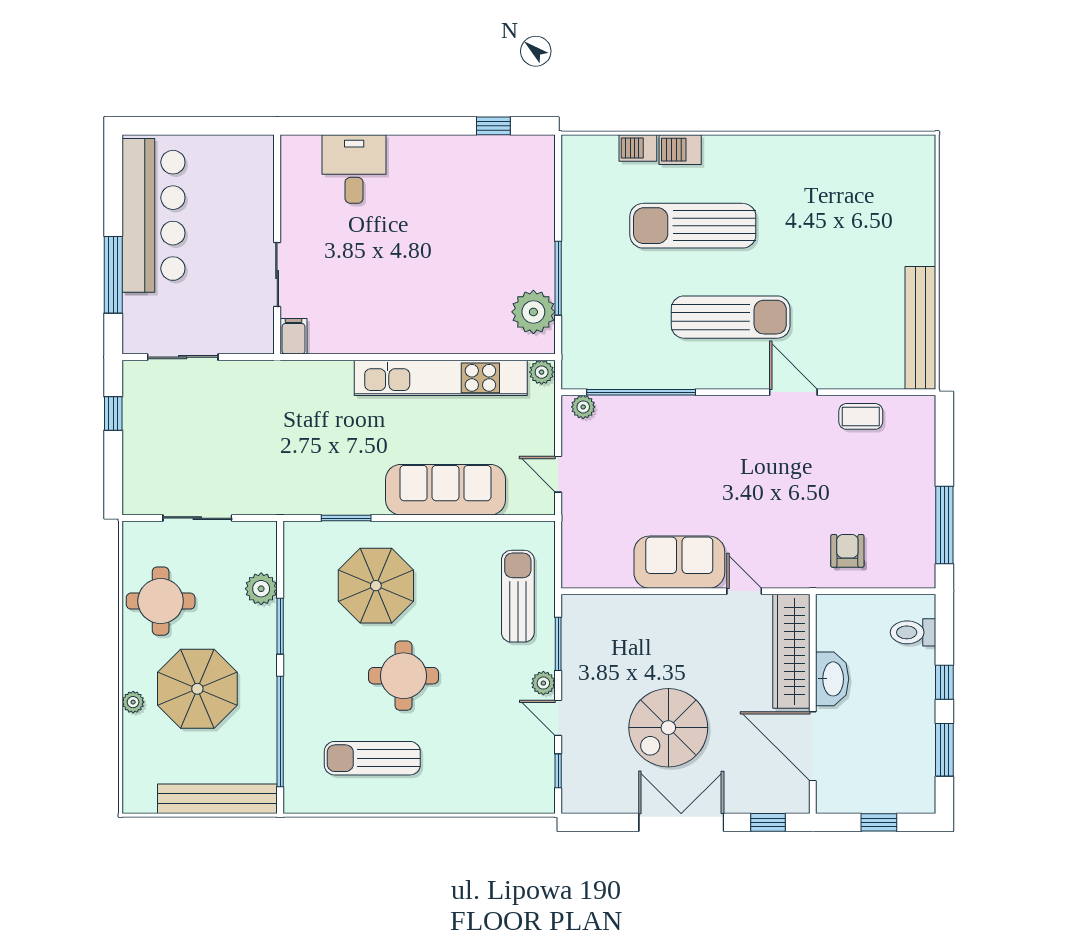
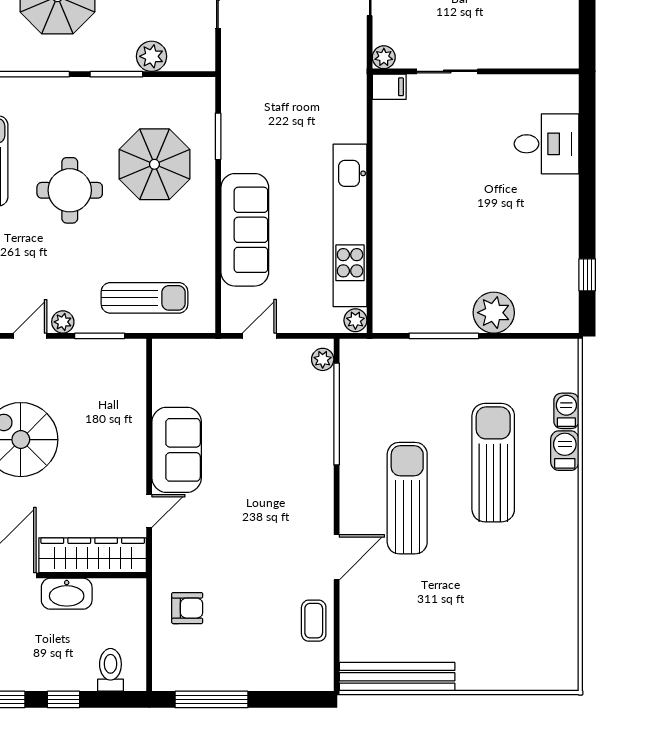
plant: (533, 312) -> (494, 313), moved
sun lounger: (731, 317) -> (407, 498), turned 180
plant: (262, 342) -> (384, 57), added

